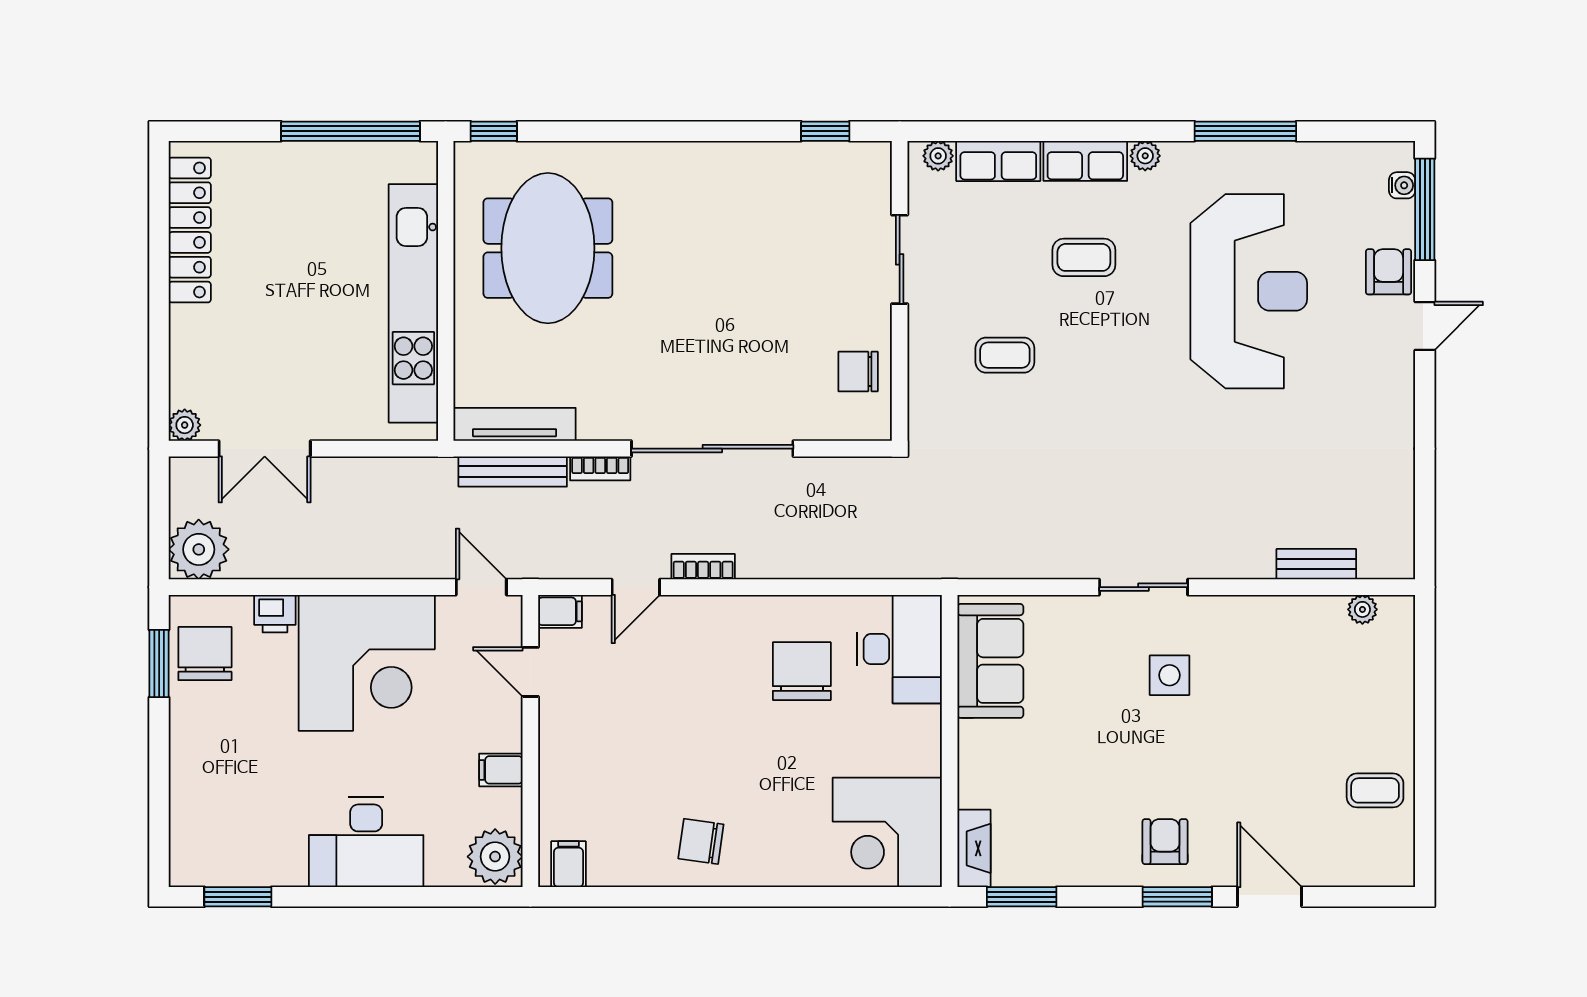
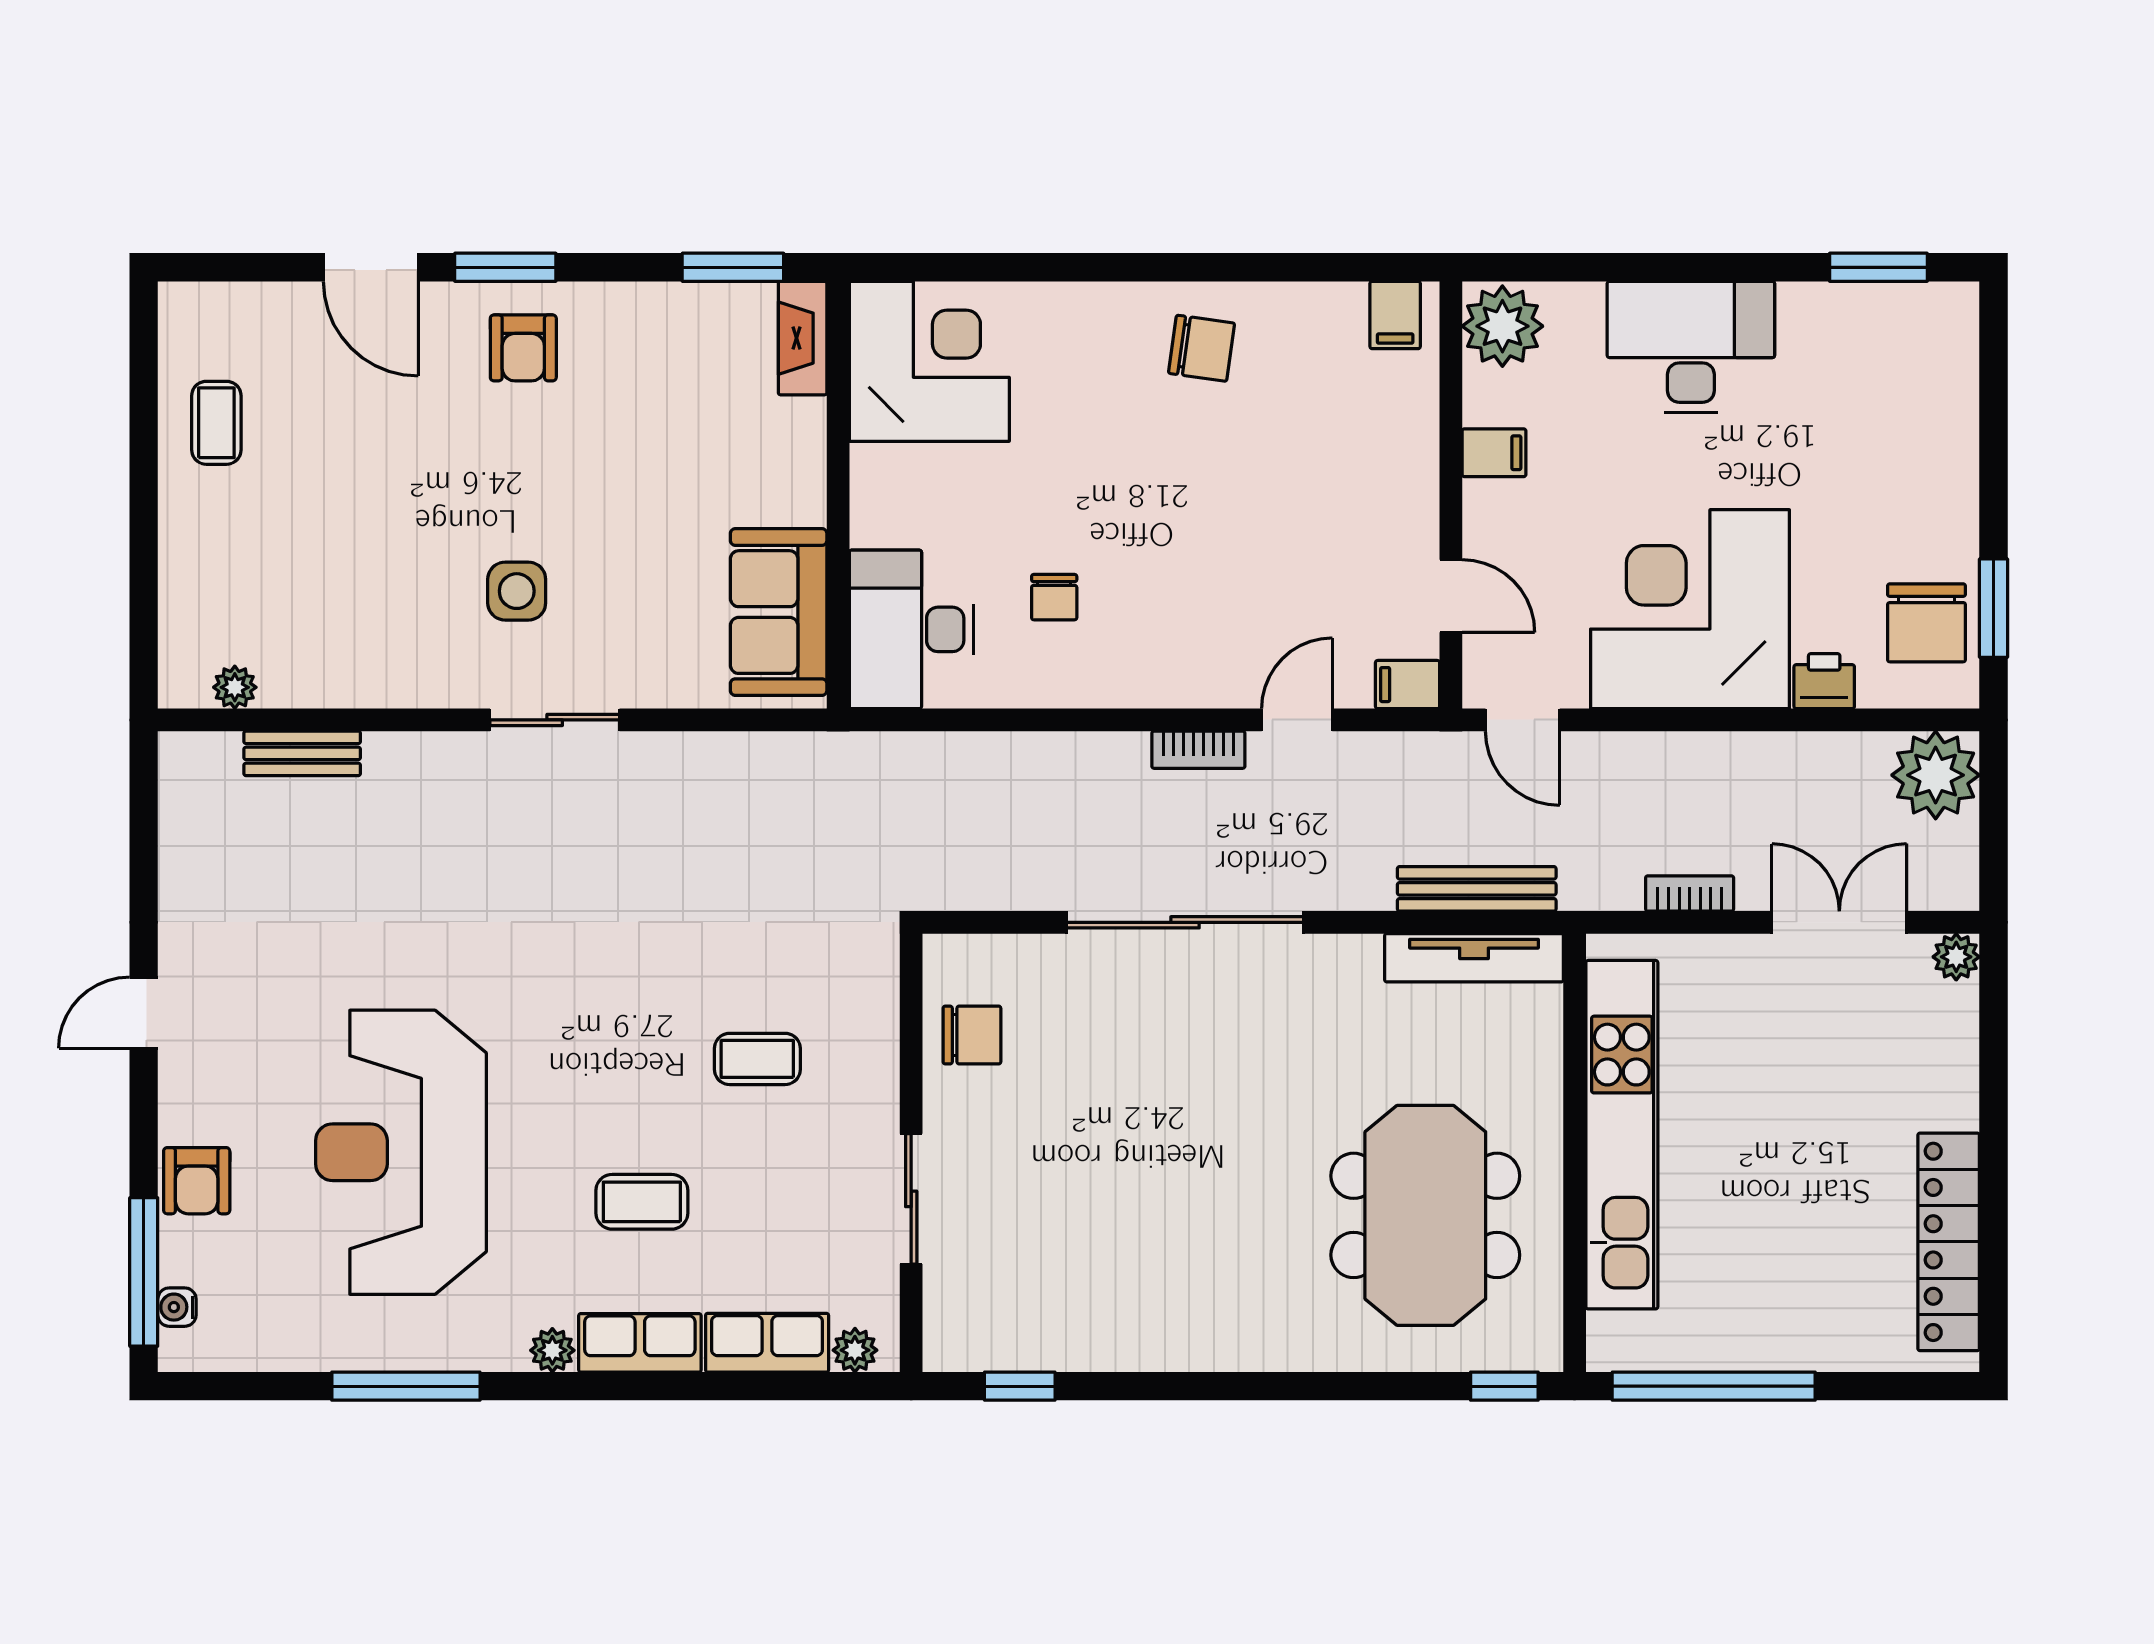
door: (1425, 326) -> (144, 1013), moved
bookcase: (600, 468) -> (1690, 893), moved
chair: (802, 671) -> (1054, 597), width x0.54, depth x0.54
coffee table: (1375, 790) -> (216, 423), turned 90

